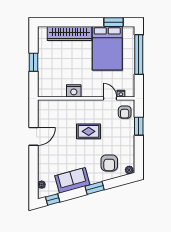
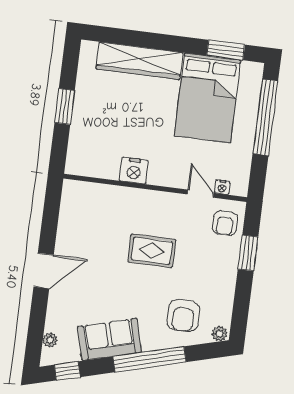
door: (34, 136) -> (44, 271), moved
window: (95, 188) -> (150, 359), width x2.11

